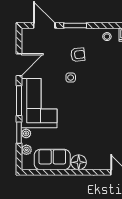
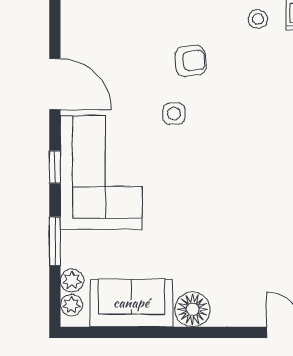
door: (19, 65) -> (55, 84), hinge flipped
window: (19, 101) -> (55, 167), width x0.46
plant: (26, 133) -> (71, 305), moved

